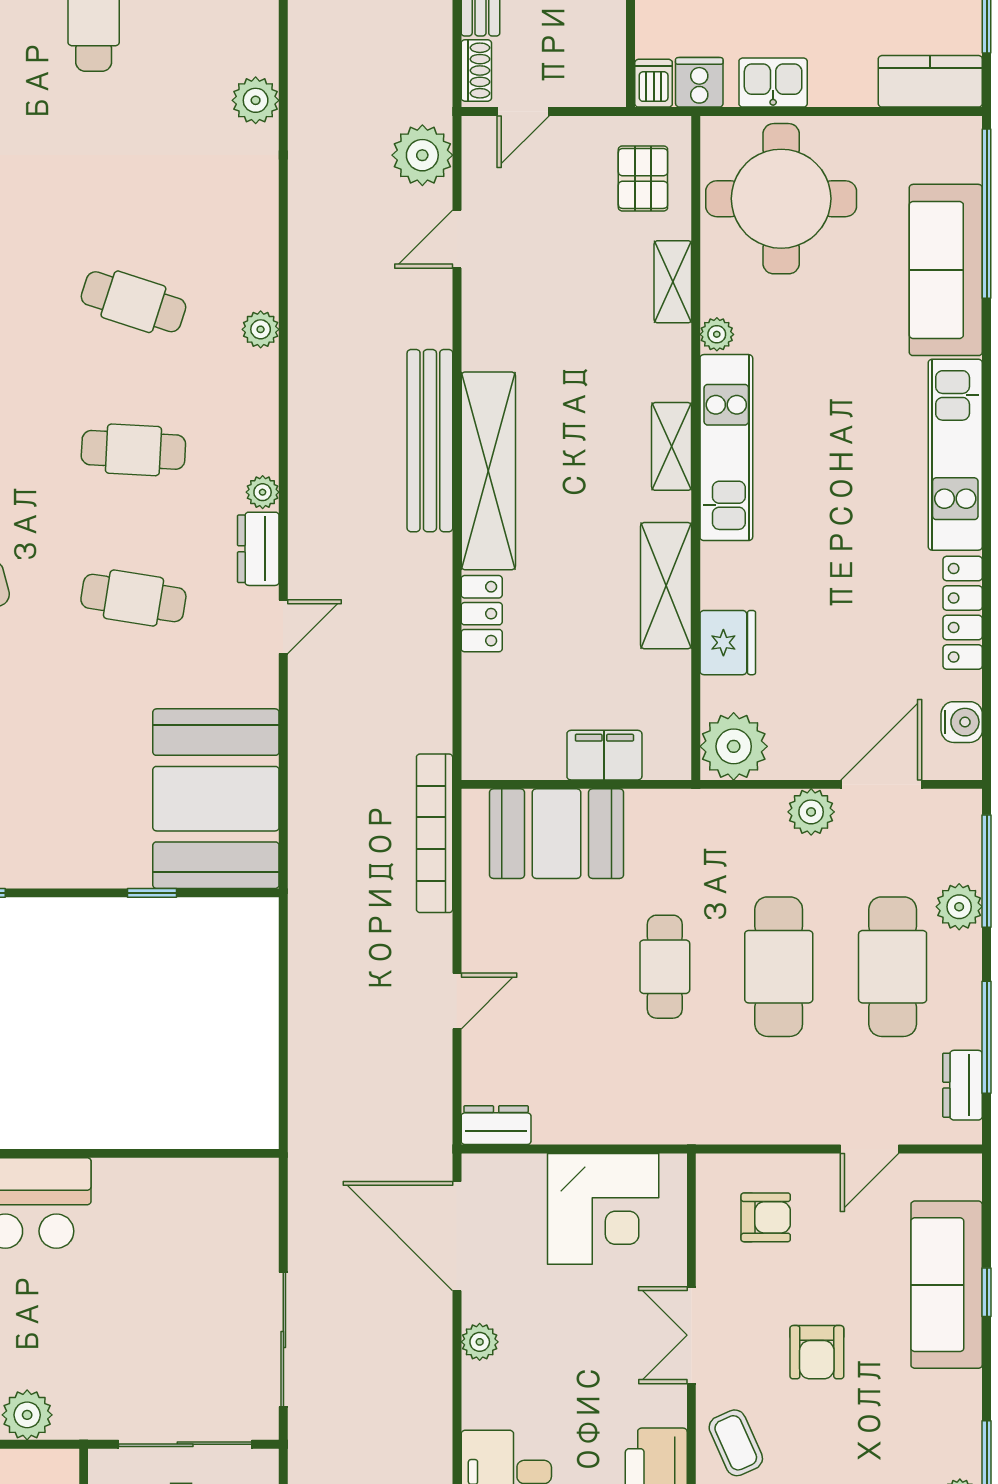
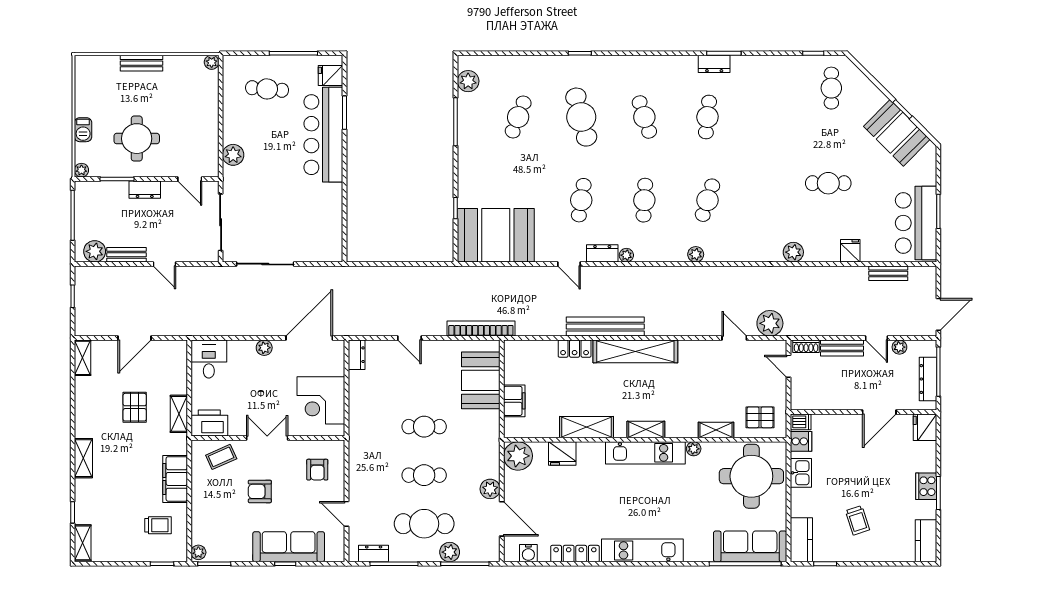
sofa: (946, 270) -> (750, 546), moved
bench: (430, 441) -> (605, 327), moved
cafe table: (779, 967) -> (424, 475), width x0.73, depth x0.74

